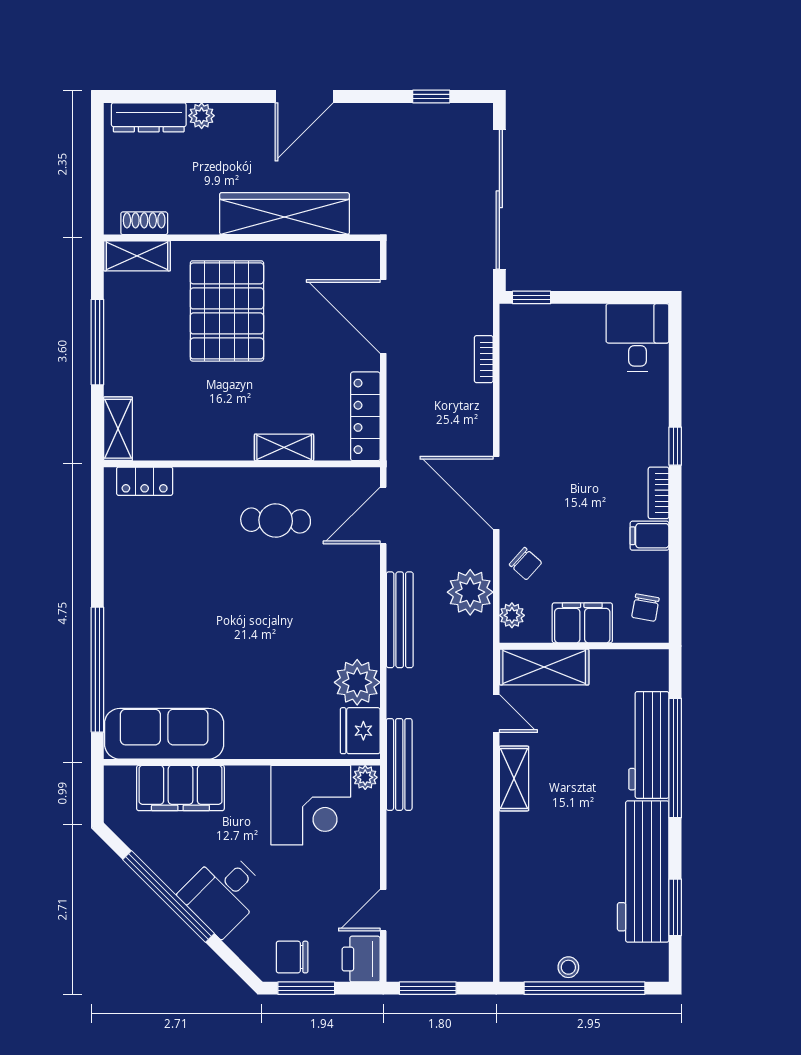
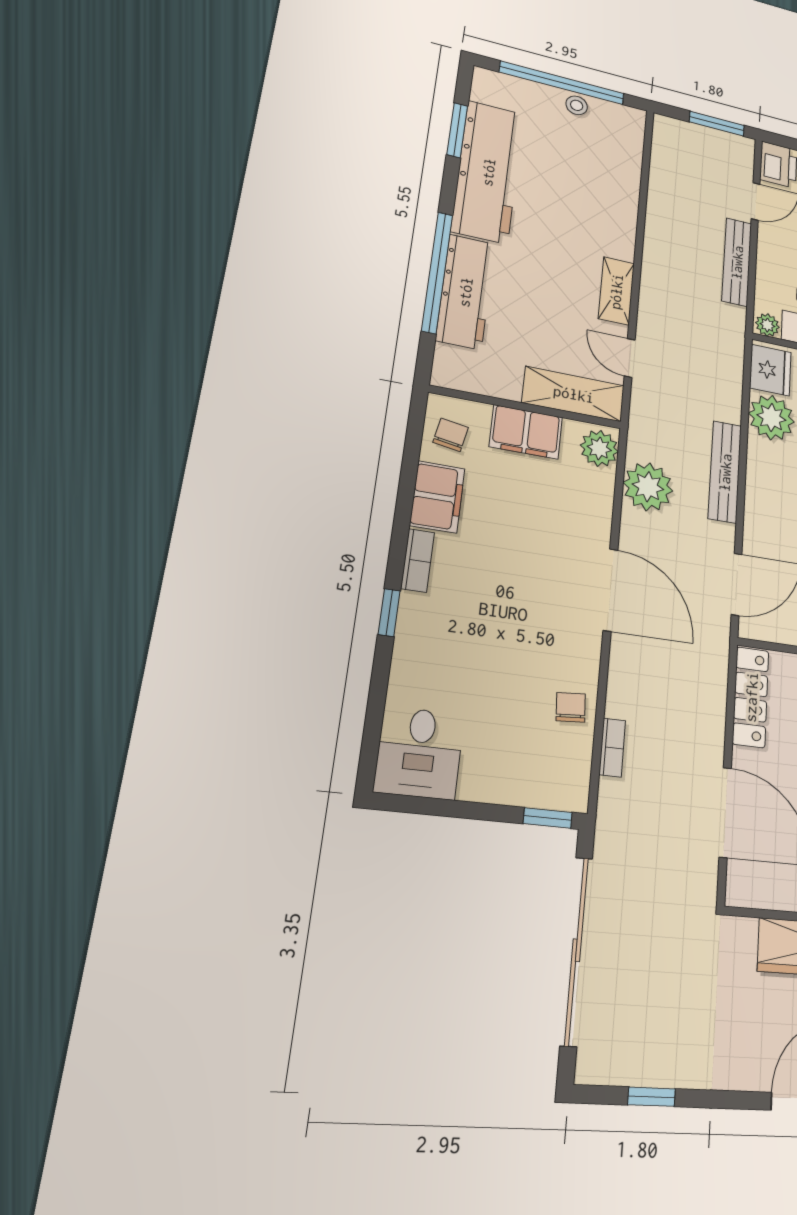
filing cabinet: (650, 536) -> (437, 497), width x2.00
chair: (525, 564) -> (571, 707), moved, turned 44
plant: (512, 615) -> (599, 448), width x1.38, depth x1.38
bench: (399, 764) -> (737, 262), moved

